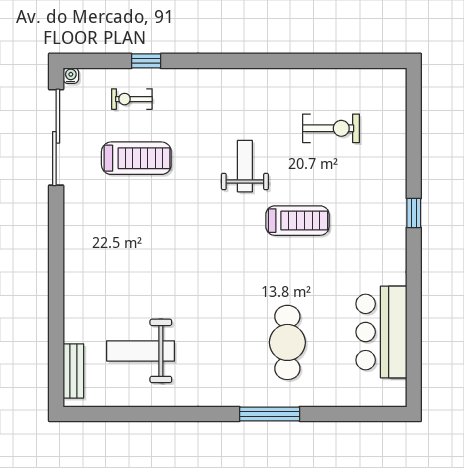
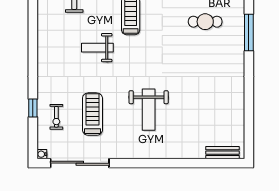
cafe table: (287, 342) -> (205, 22), width x0.73, depth x0.74
weight bench: (140, 351) -> (149, 110), moved

